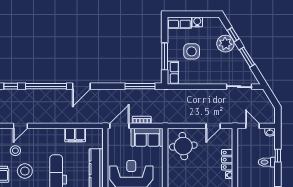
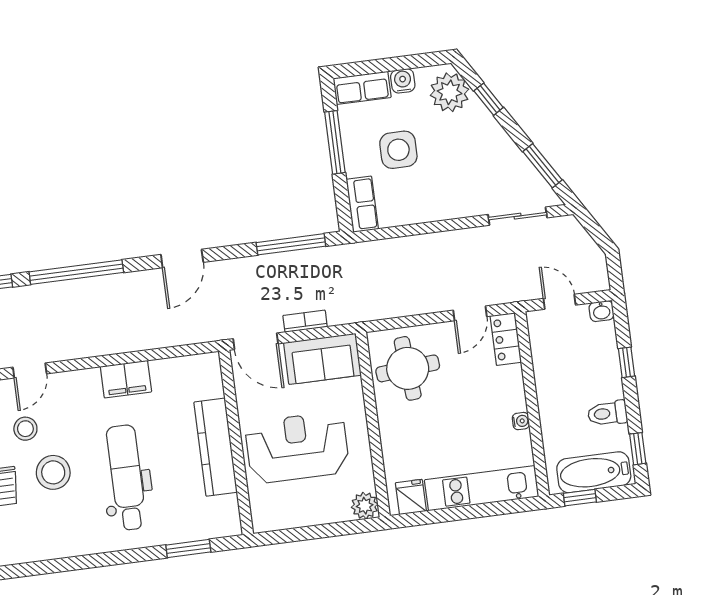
plant: (225, 44) -> (450, 92), moved
window: (165, 56) -> (335, 142), moved
window: (247, 57) -> (543, 166), moved
door: (81, 86) -> (182, 258), moved
door: (119, 126) -> (256, 341), swing flipped
filing cabinet: (75, 135) -> (126, 379), moved
locker: (227, 160) -> (506, 339), moved
toilet: (267, 162) -> (607, 413), moved

